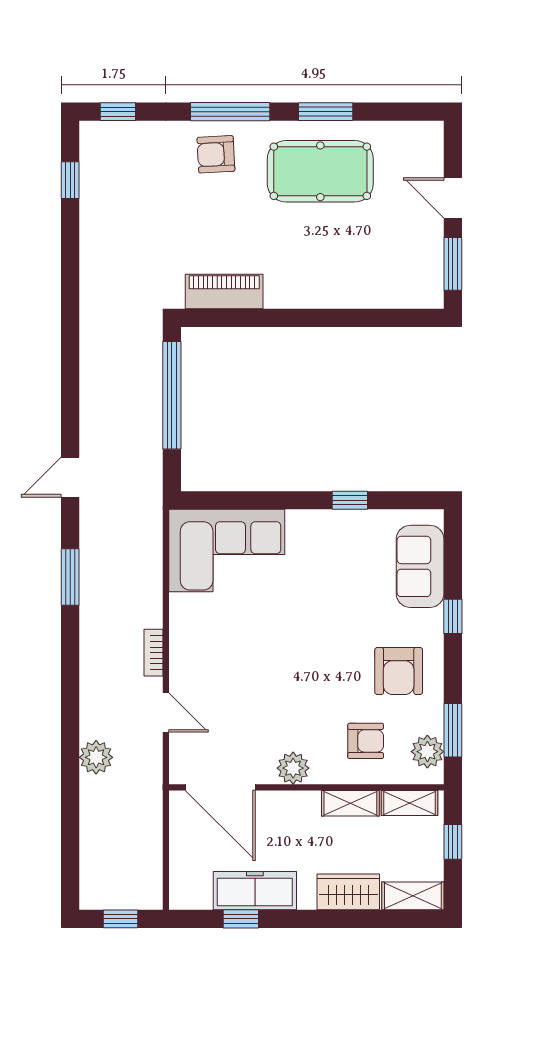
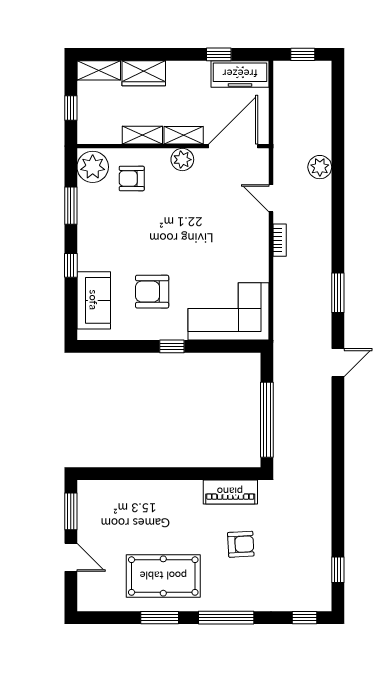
armchair: (216, 154) -> (241, 544), moved
window: (350, 500) -> (172, 346), moved
armchair: (399, 671) -> (152, 292), moved, turned -90
window: (453, 730) -> (71, 206), moved
plant: (427, 752) -> (93, 167), width x1.36, depth x1.36
door: (220, 787) -> (233, 146), hinge flipped
shelving: (410, 803) -> (184, 135), moved
freezer: (255, 891) -> (240, 74), moved

